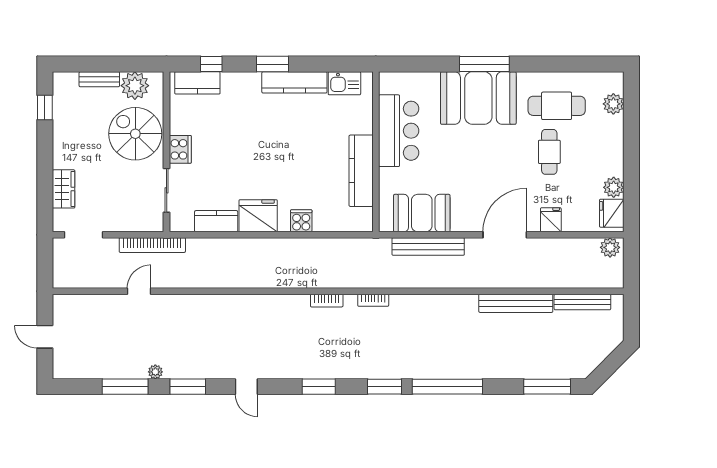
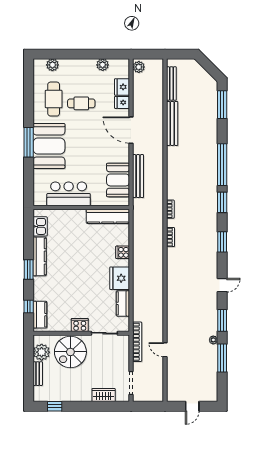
kitchen counter: (361, 171) -> (108, 216), moved
fridge: (612, 213) -> (122, 87), moved, turned 90

